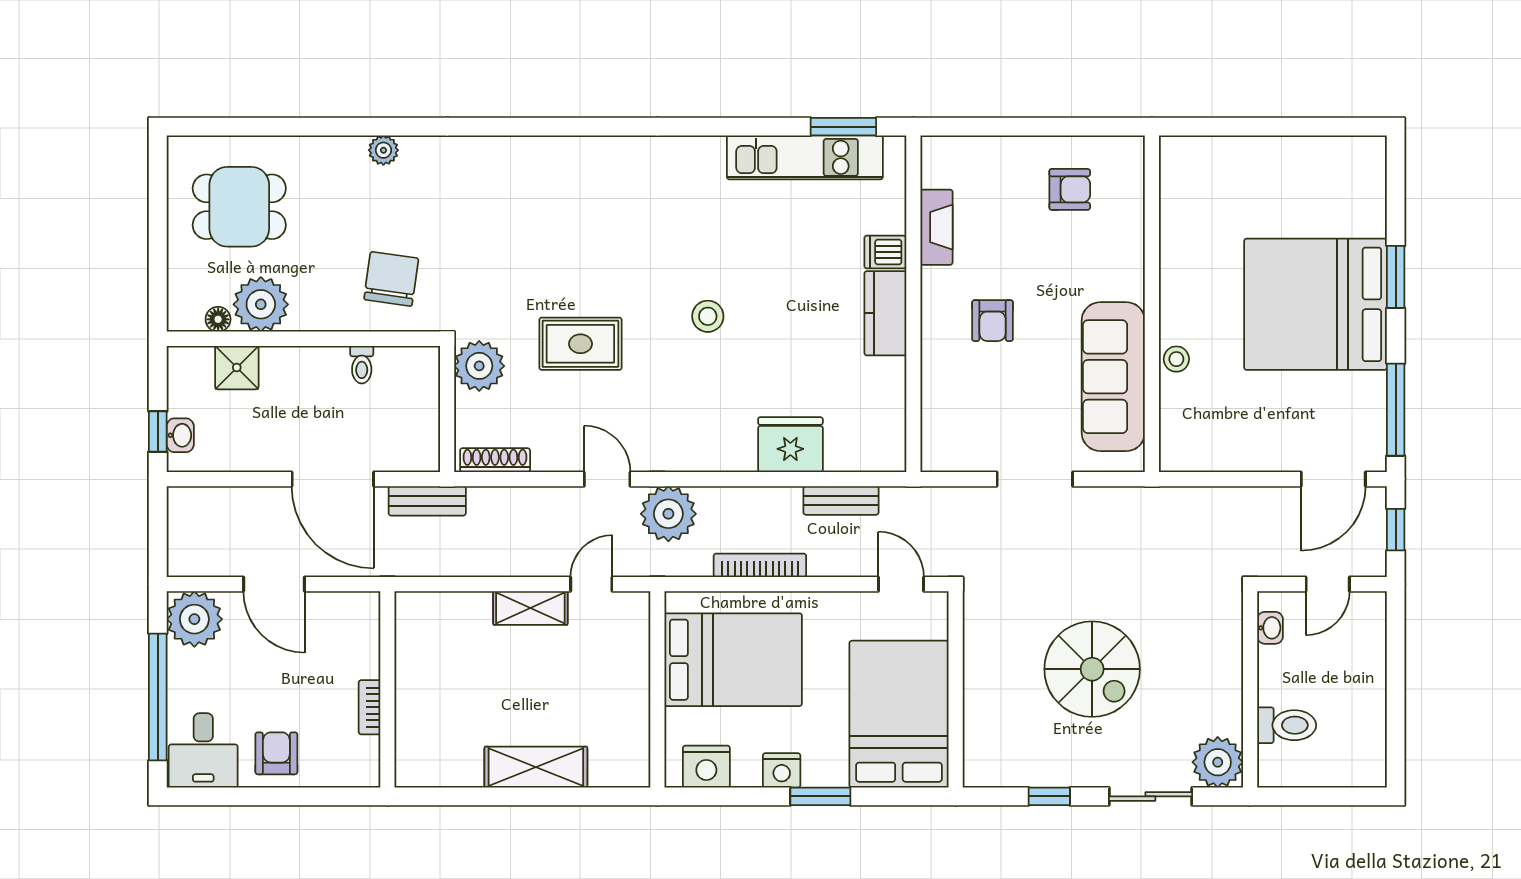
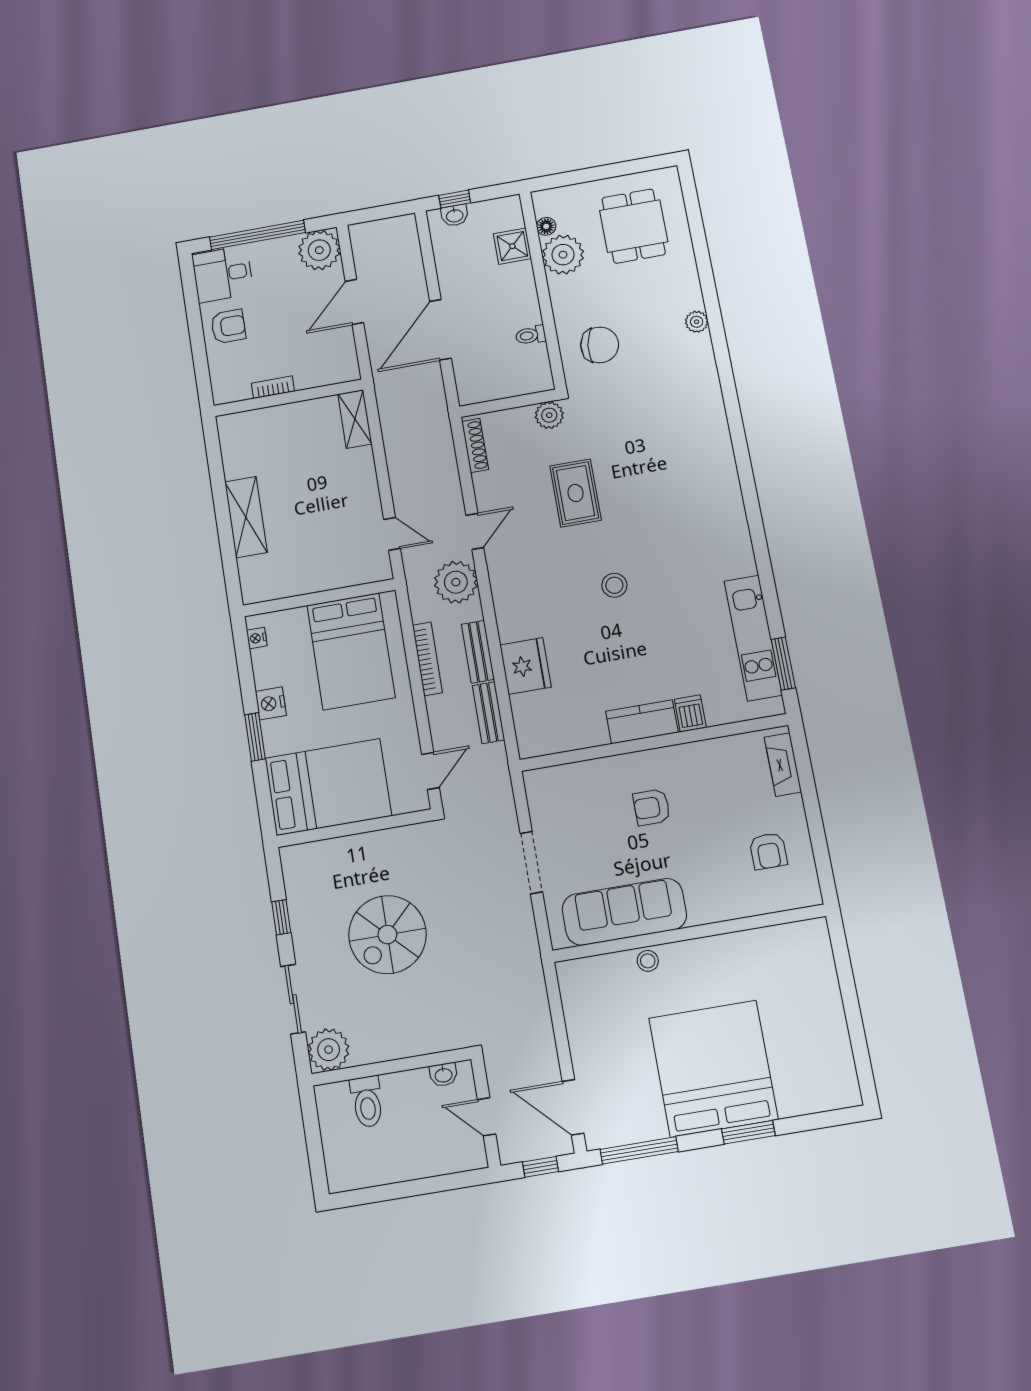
fireplace: (937, 227) -> (783, 765), moved, turned 90
plant: (479, 366) -> (549, 415), width x0.73, depth x0.73
bench: (427, 501) -> (478, 652), moved
shelving: (530, 608) -> (355, 419), moved
nightstand: (706, 767) -> (257, 638), width x0.53, depth x0.56

